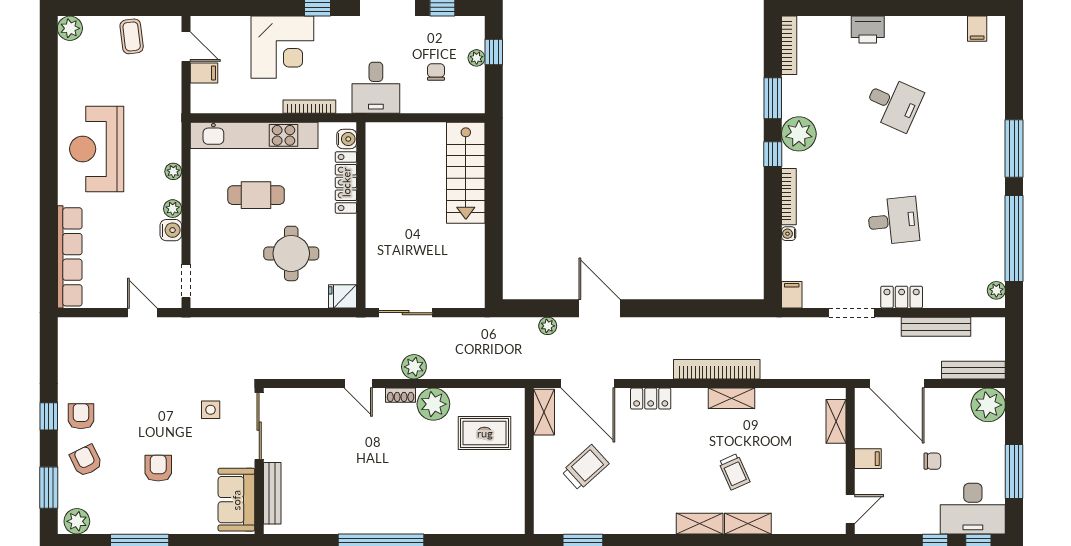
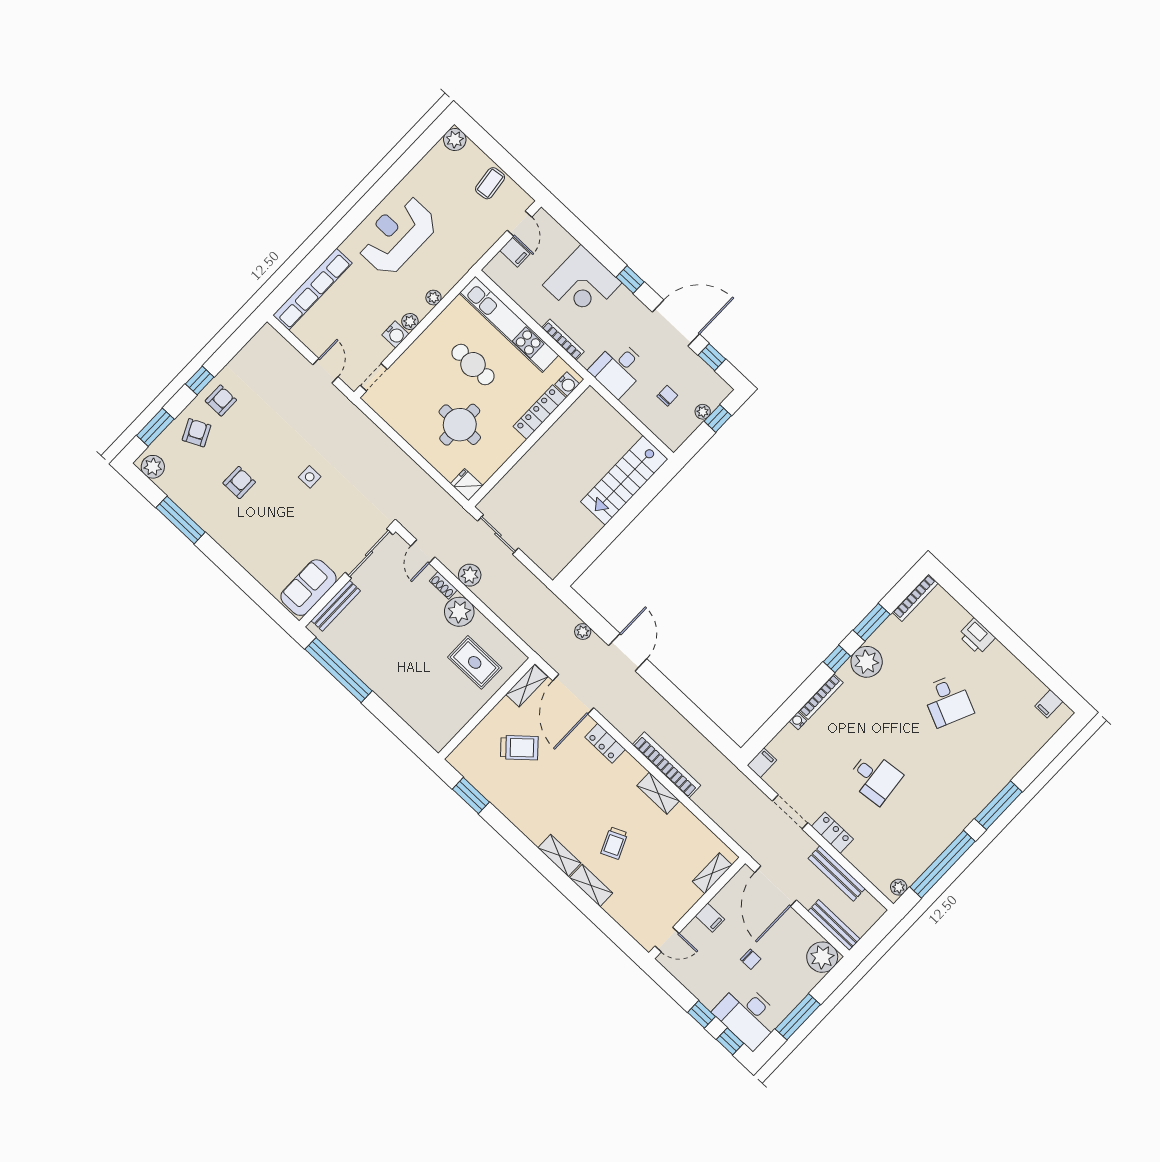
sliding door: (259, 426) -> (369, 554), moved
wall: (259, 461) -> (347, 576), moved
bench: (272, 493) -> (336, 606), moved
sofa: (236, 500) -> (309, 588), moved

